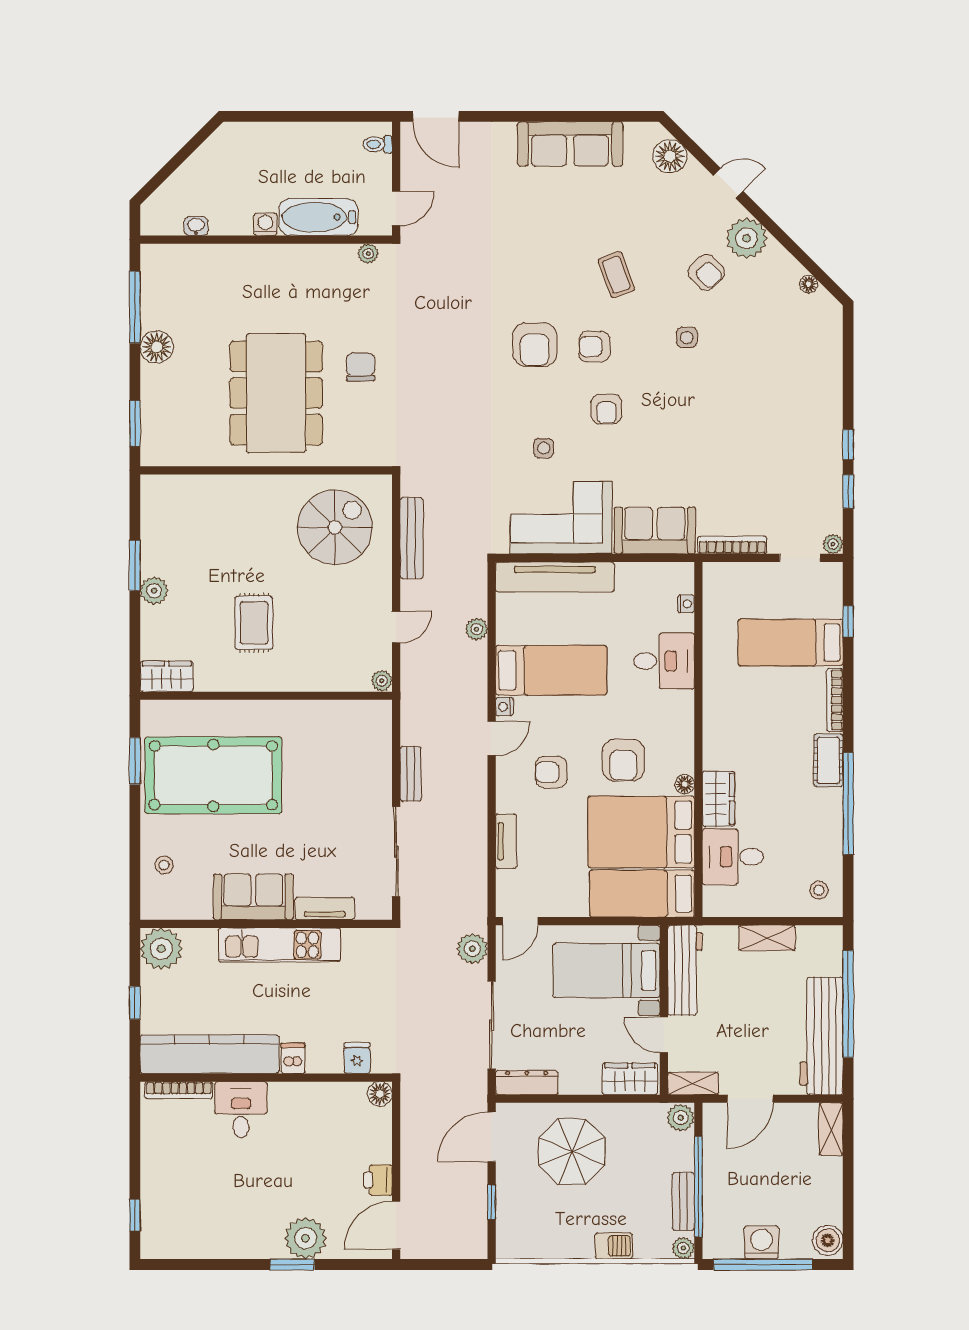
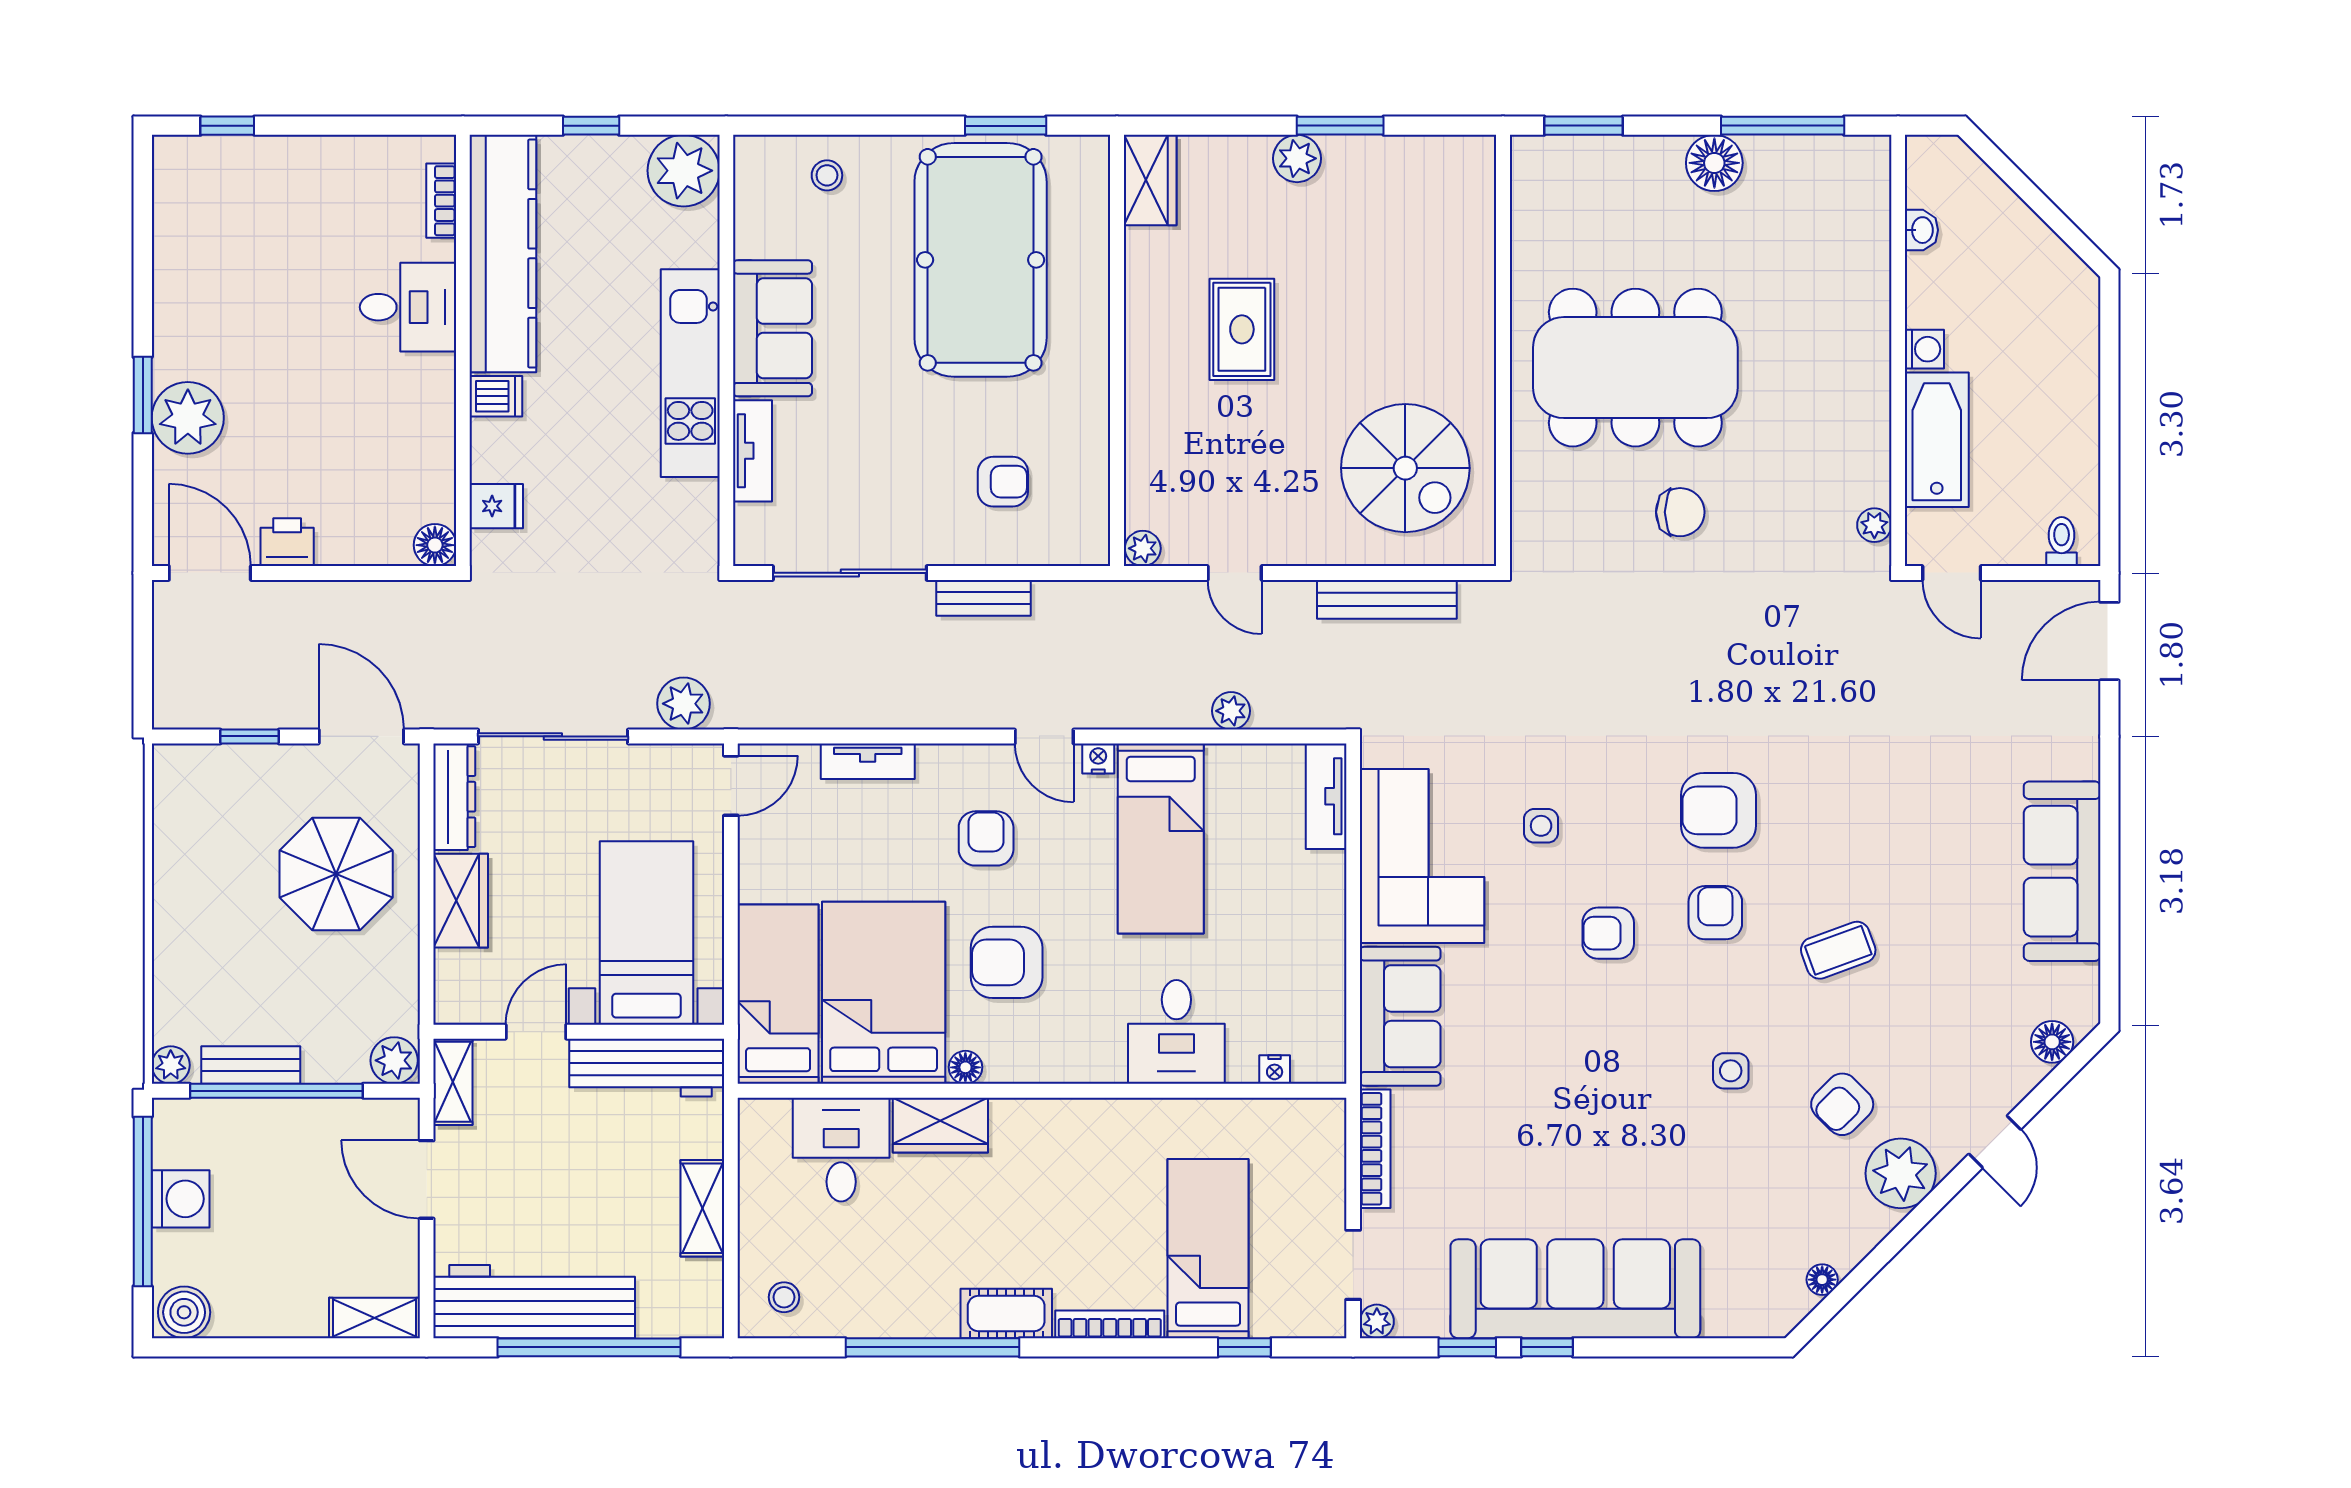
floor lamp: (670, 156) -> (2052, 1042), width x0.73, depth x0.73
sofa: (814, 428) -> (1575, 1289), added
tv unit: (555, 577) -> (1326, 796), width x0.52, depth x0.78
rug: (254, 623) -> (1242, 329), turned 90
armchair: (343, 762) -> (1003, 482), added
door: (520, 921) -> (731, 786), swing flipped
wardrobe: (630, 1079) -> (461, 901), moved
bookcase: (179, 1090) -> (441, 201), width x0.64
barbecue: (614, 1246) -> (174, 946), removed

